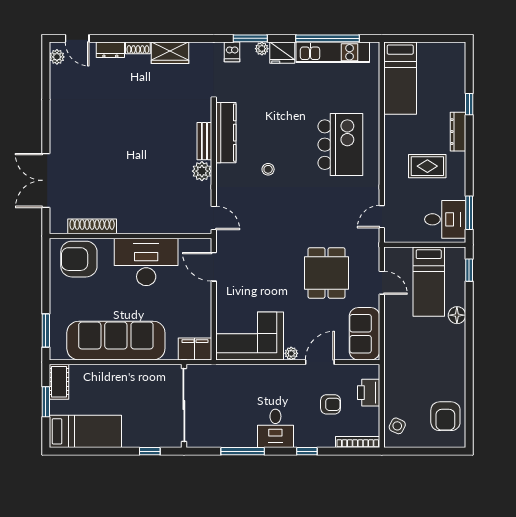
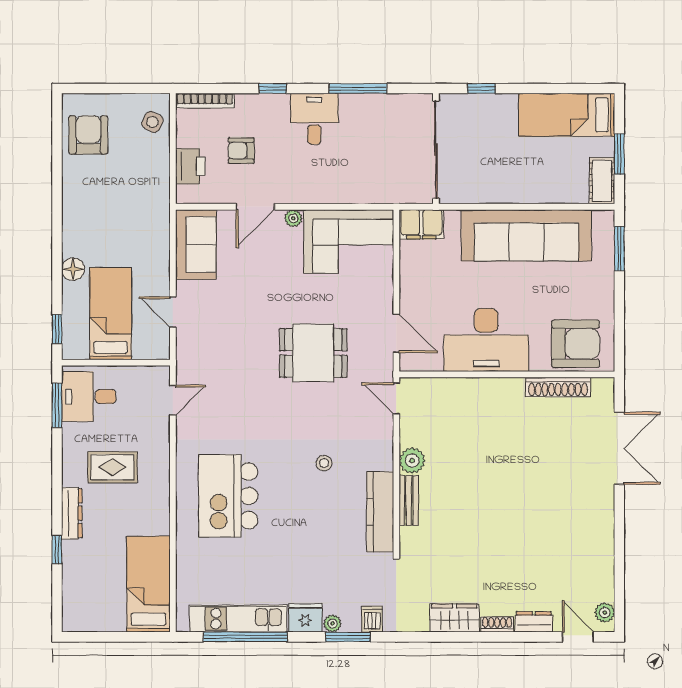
dining table: (326, 273) -> (313, 353), moved, turned 90

